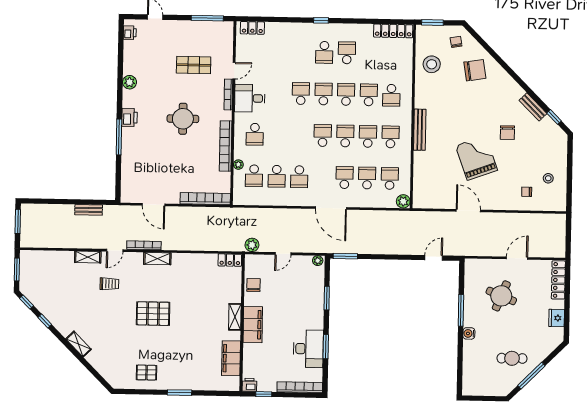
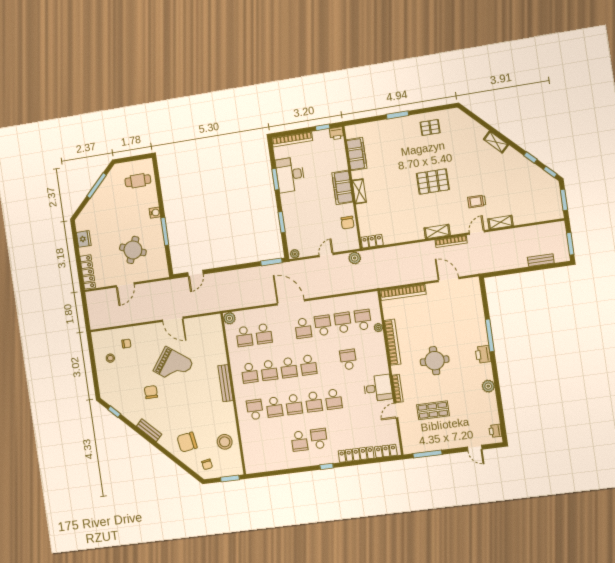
locker: (393, 31) -> (356, 454), moved
bench: (533, 107) -> (149, 430), moved
school desk: (255, 134) -> (348, 360), moved
grand piano: (476, 158) -> (173, 366), turned -34
school desk: (344, 178) -> (303, 328), moved
bench: (89, 210) -> (541, 260), moved
cafe table: (512, 358) -> (138, 181), moved

